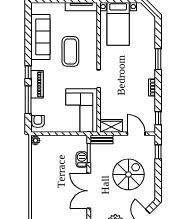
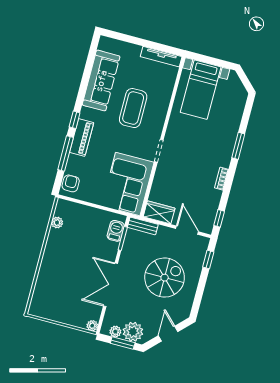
plant: (35, 140) -> (57, 223), moved
barbecue: (82, 160) -> (116, 231), moved

